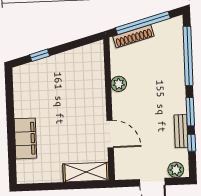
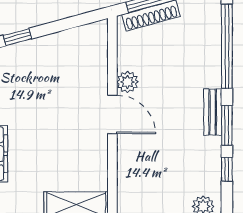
bench: (181, 131) -> (213, 112), moved
door: (110, 134) -> (112, 114), moved

